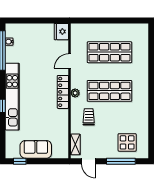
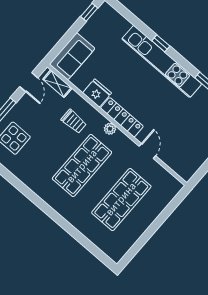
fridge: (61, 32) -> (97, 93), moved
sofa: (36, 149) -> (72, 56), moved
door: (88, 161) -> (29, 82), swing flipped

